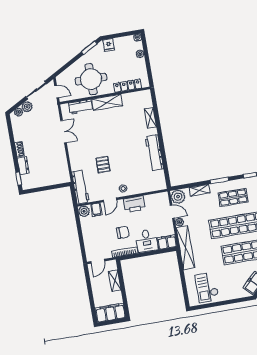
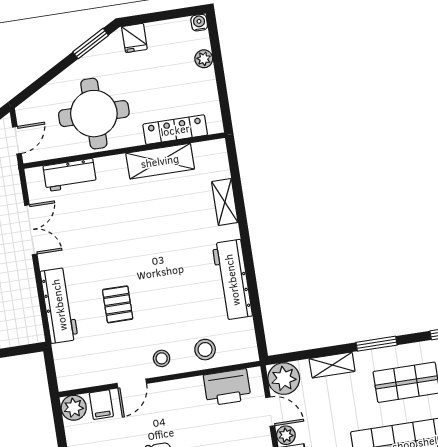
door: (57, 92) -> (17, 140), hinge flipped
shelving: (107, 102) -> (160, 161), moved
stool: (143, 184) -> (205, 350), added
workbench: (80, 187) -> (59, 305), moved
printer: (134, 204) -> (227, 387), moved

